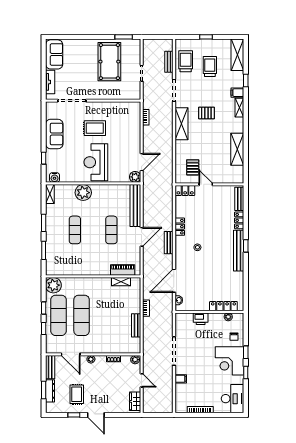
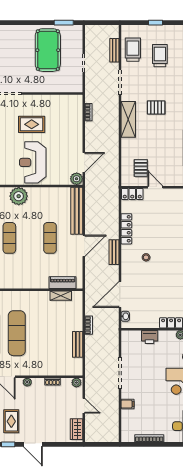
locker: (180, 227) -> (126, 229), width x1.53

